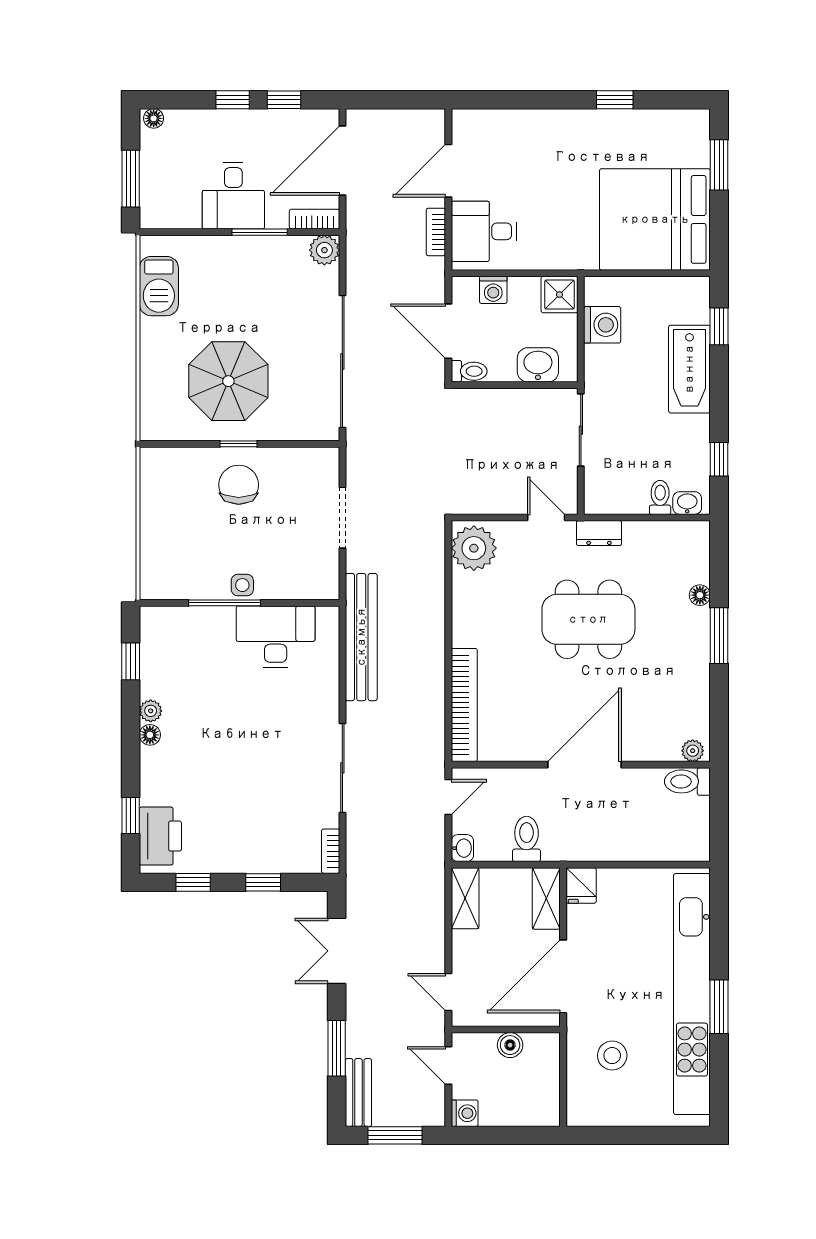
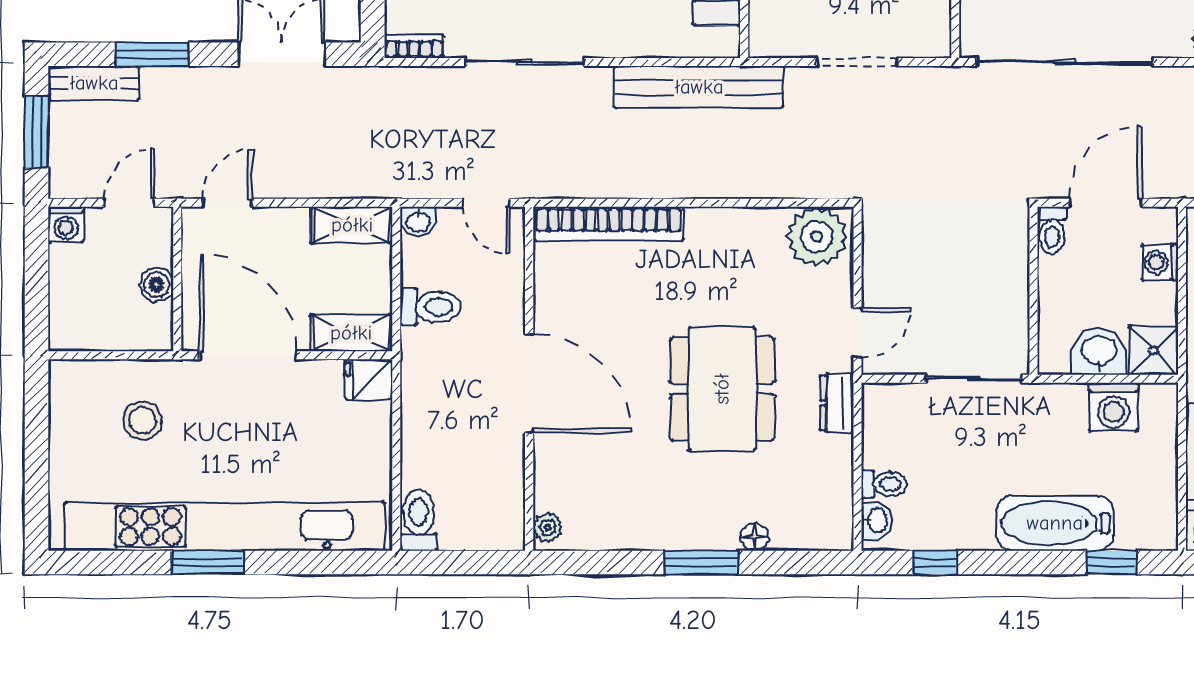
washbasin: (538, 365) -> (1099, 352), moved, turned -90
toilet: (687, 781) -> (419, 520), moved

